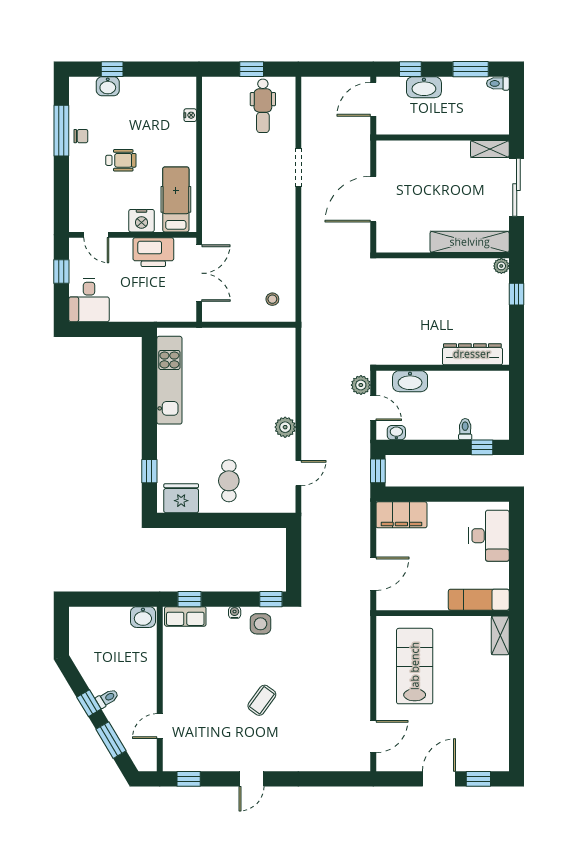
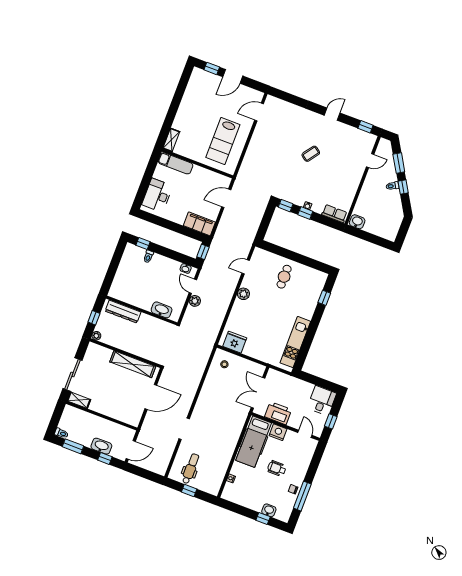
hospital bed: (176, 199) -> (254, 442), width x1.37, depth x1.29
shelving: (470, 242) -> (133, 364), moved
dresser: (472, 354) -> (123, 312), moved
wall: (443, 368) -> (142, 310), moved
washbasin: (410, 381) -> (162, 310), moved
fridge: (181, 498) -> (235, 342), moved, turned 180
window: (189, 599) -> (305, 213), moved
side table: (260, 624) -> (296, 194), removed

